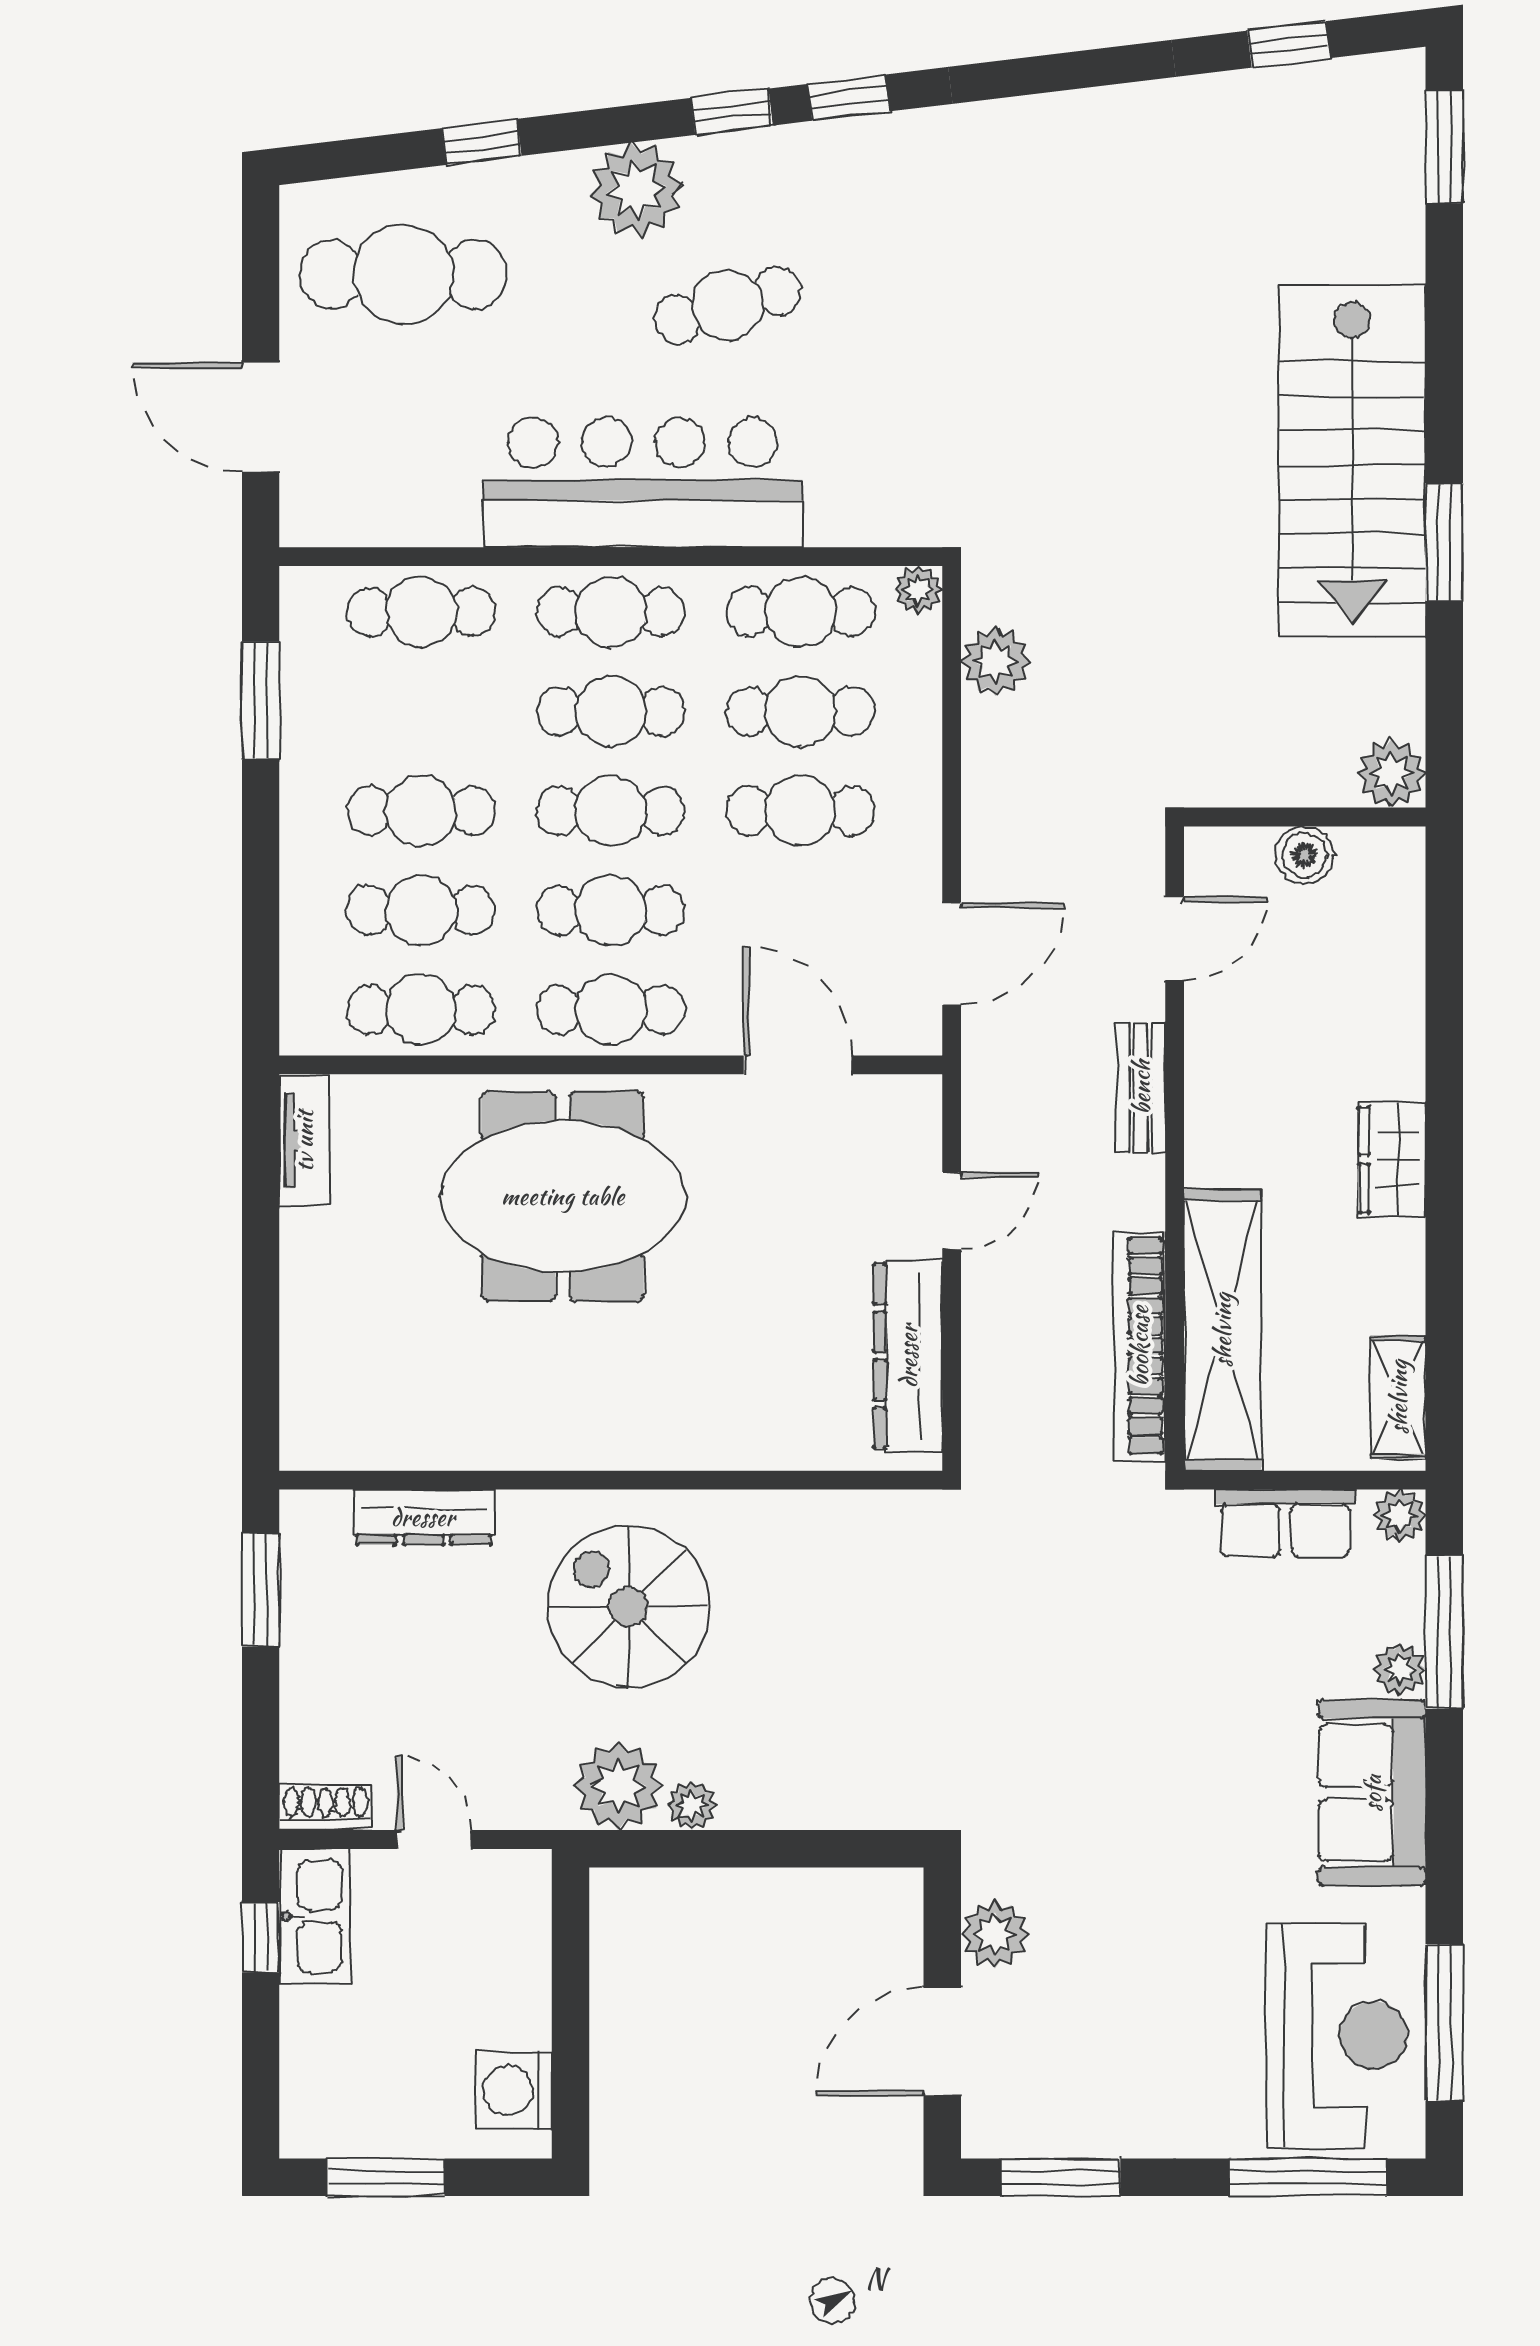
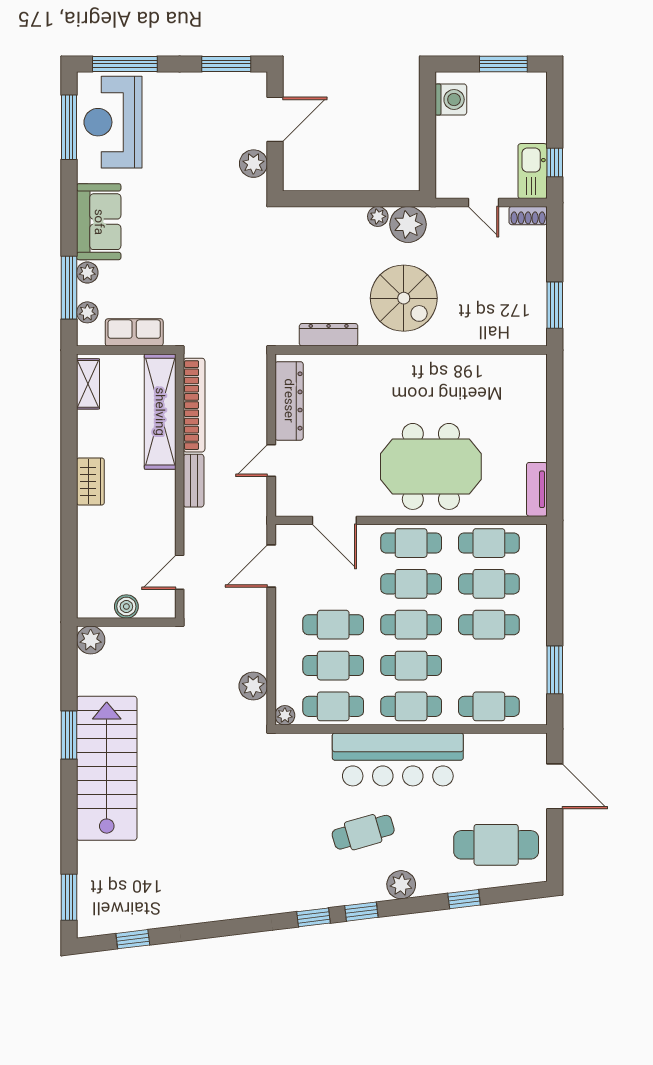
plant: (636, 190) -> (401, 885), width x0.73, depth x0.73
bench: (1141, 1087) -> (194, 481), moved
plant: (1400, 1515) -> (87, 312), moved
dresser: (423, 1517) -> (329, 335), moved

